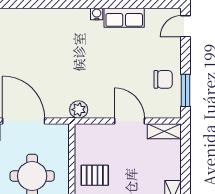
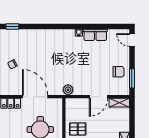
door: (186, 26) -> (132, 40), hinge flipped
door: (129, 121) -> (98, 97), swing flipped

